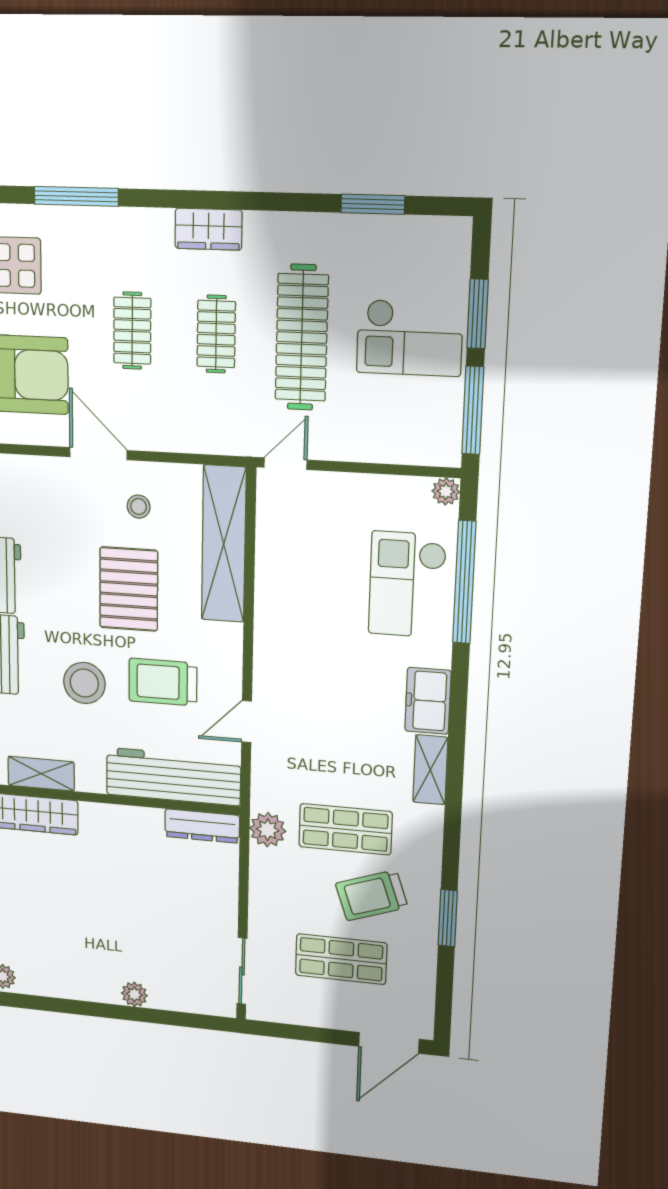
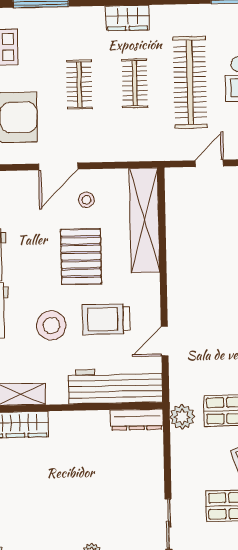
door: (98, 454) -> (58, 166), swing flipped
door: (285, 464) -> (209, 163), moved

